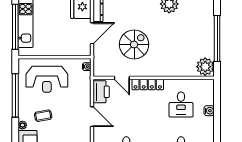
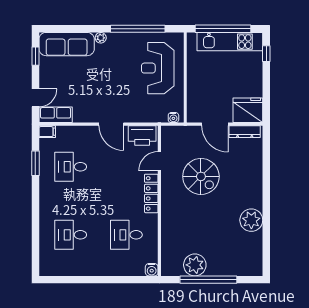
plant: (205, 67) -> (195, 265), moved
water cooler: (209, 111) -> (152, 270), moved
coffee table: (43, 116) -> (112, 63), removed
door: (92, 117) -> (111, 124), hinge flipped

